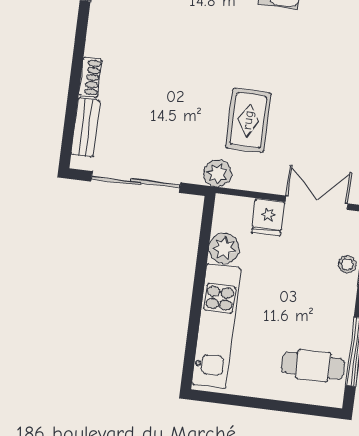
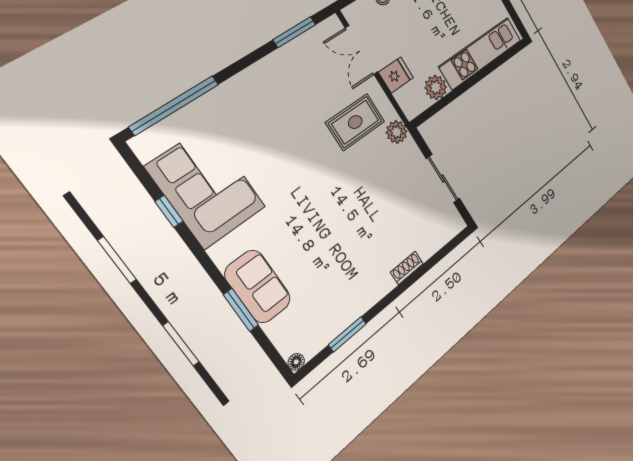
rug: (248, 120) -> (355, 122), moved
bench: (86, 127) -> (438, 240), removed
sliding door: (136, 182) -> (443, 179), width x0.73

